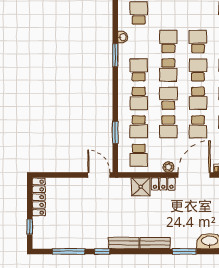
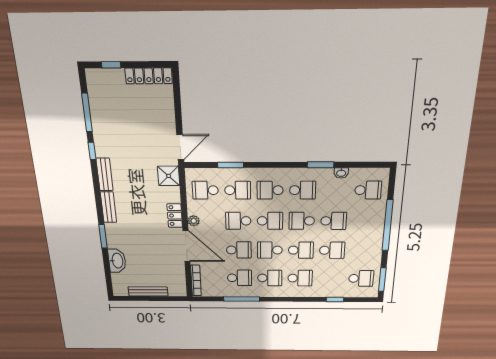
school desk: (139, 127) -> (238, 190), turned 180
school desk: (198, 127) -> (239, 250), turned 180
shower: (141, 187) -> (169, 176), moved

